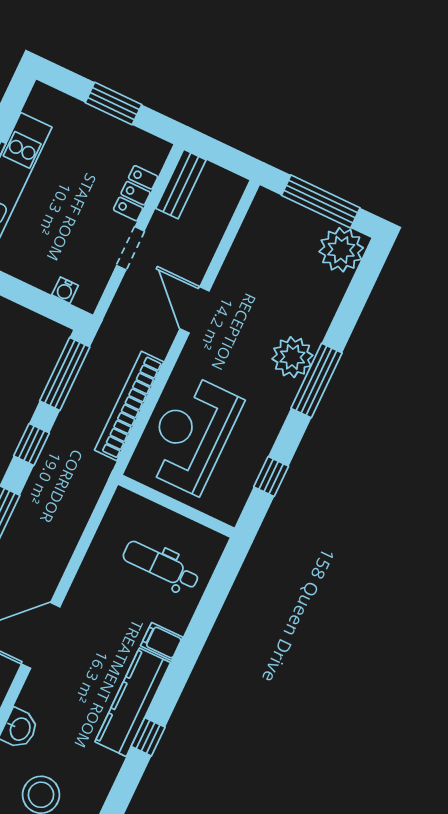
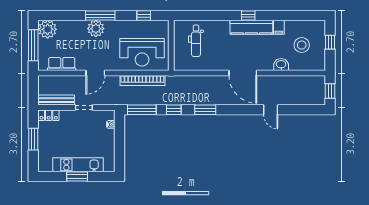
bench: (181, 184) -> (56, 100), width x1.36
locker: (136, 193) -> (49, 115), moved
row of seats: (250, 245) -> (62, 64), added
filing cabinet: (162, 642) -> (279, 27), moved
window: (148, 737) -> (248, 16), moved

